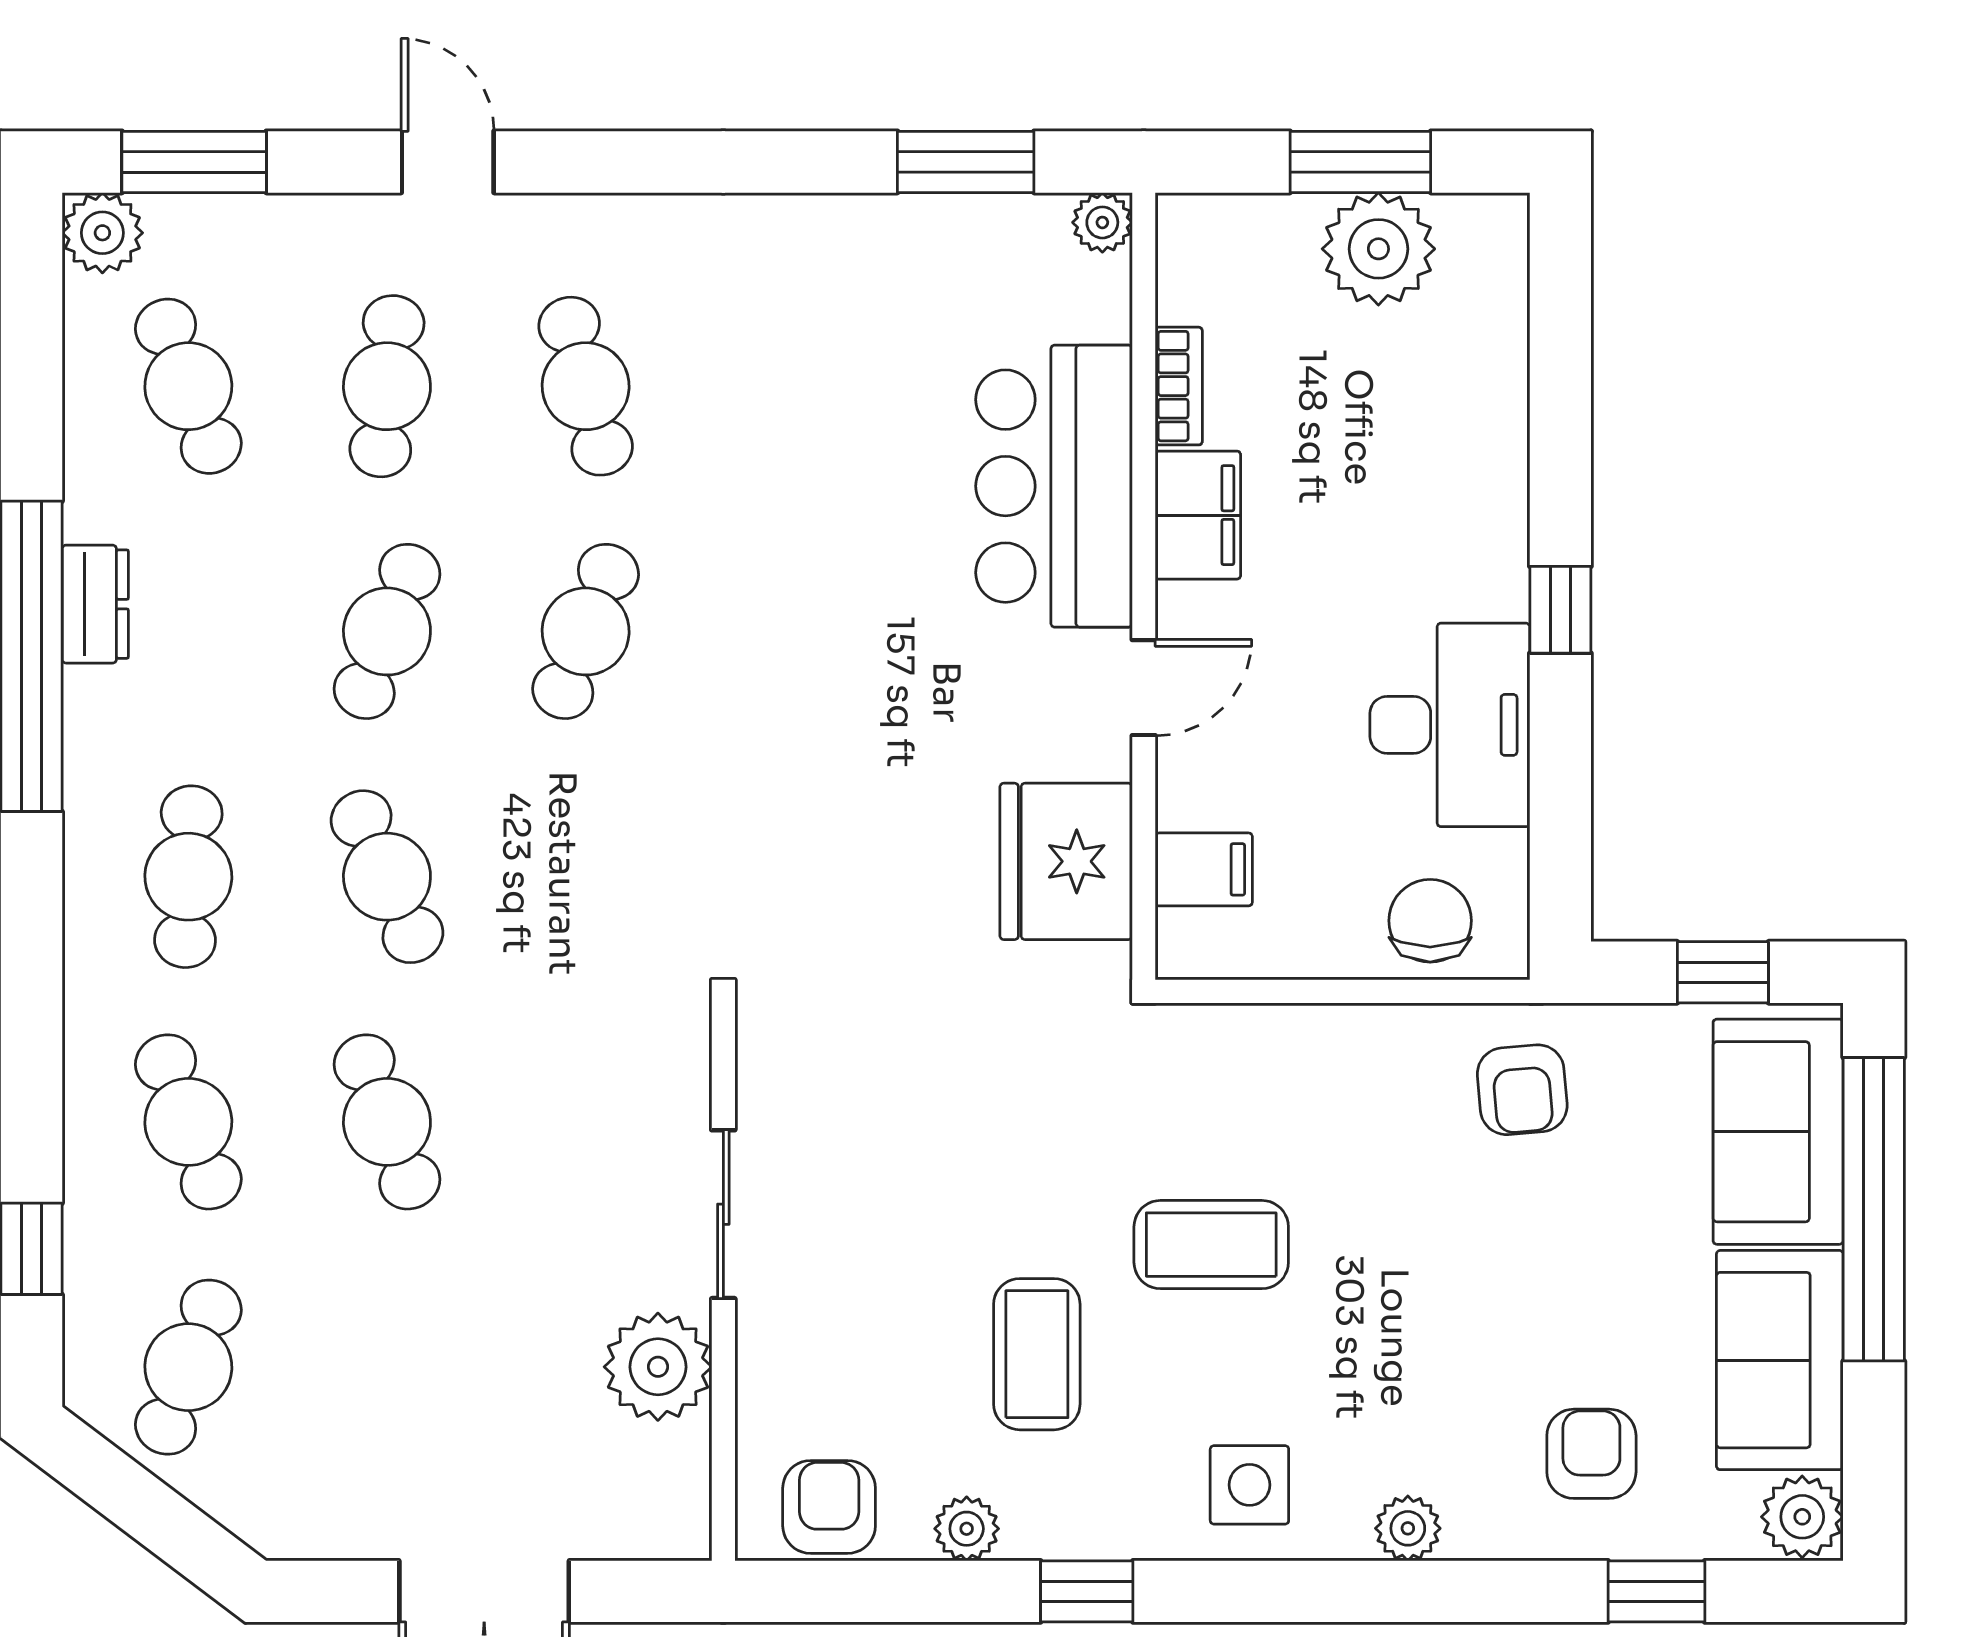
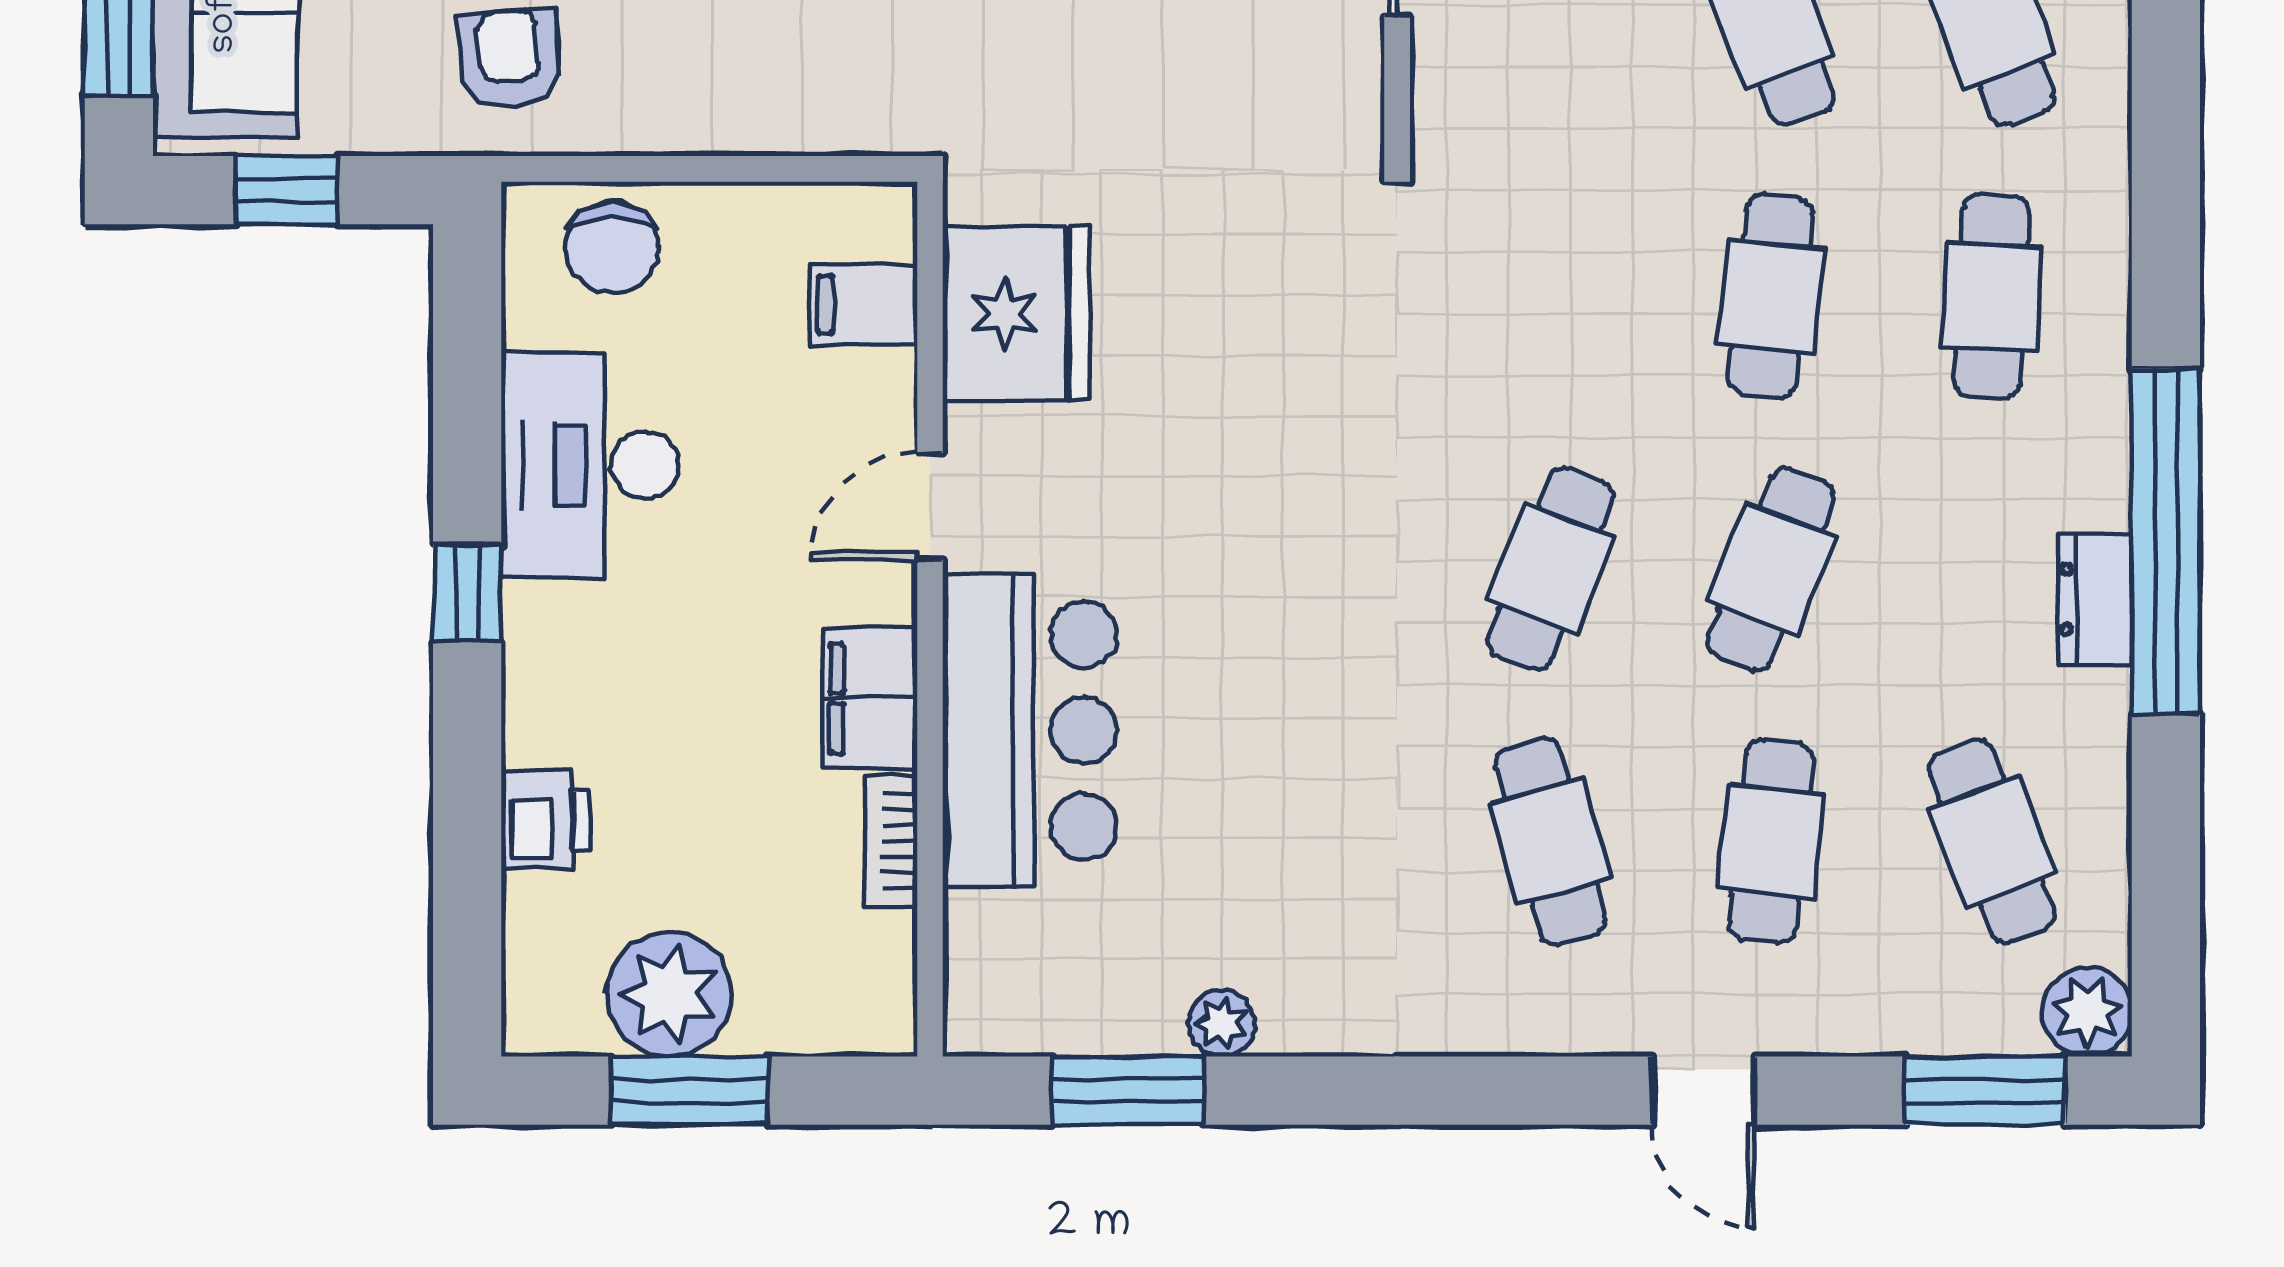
plant: (1102, 222) -> (1222, 1023), moved
printer: (1490, 405) -> (546, 820), added
cafe table: (387, 877) -> (1771, 296), turned 30

